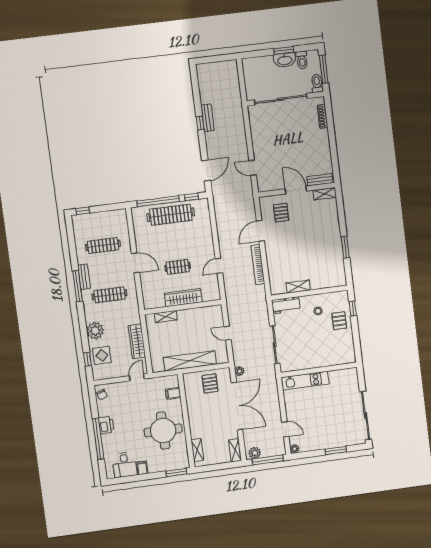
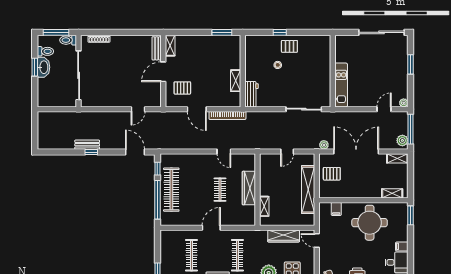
shelving: (298, 287) -> (236, 81), moved
wall: (309, 293) -> (243, 71), moved
workbench: (286, 305) -> (251, 94), moved

